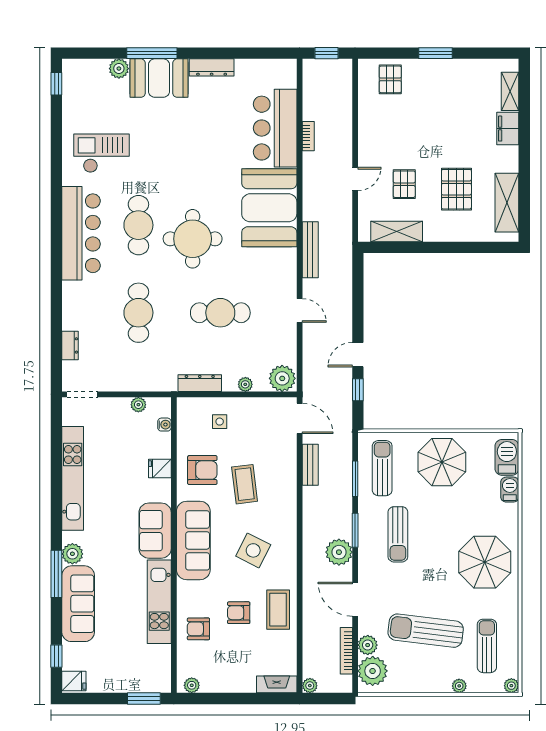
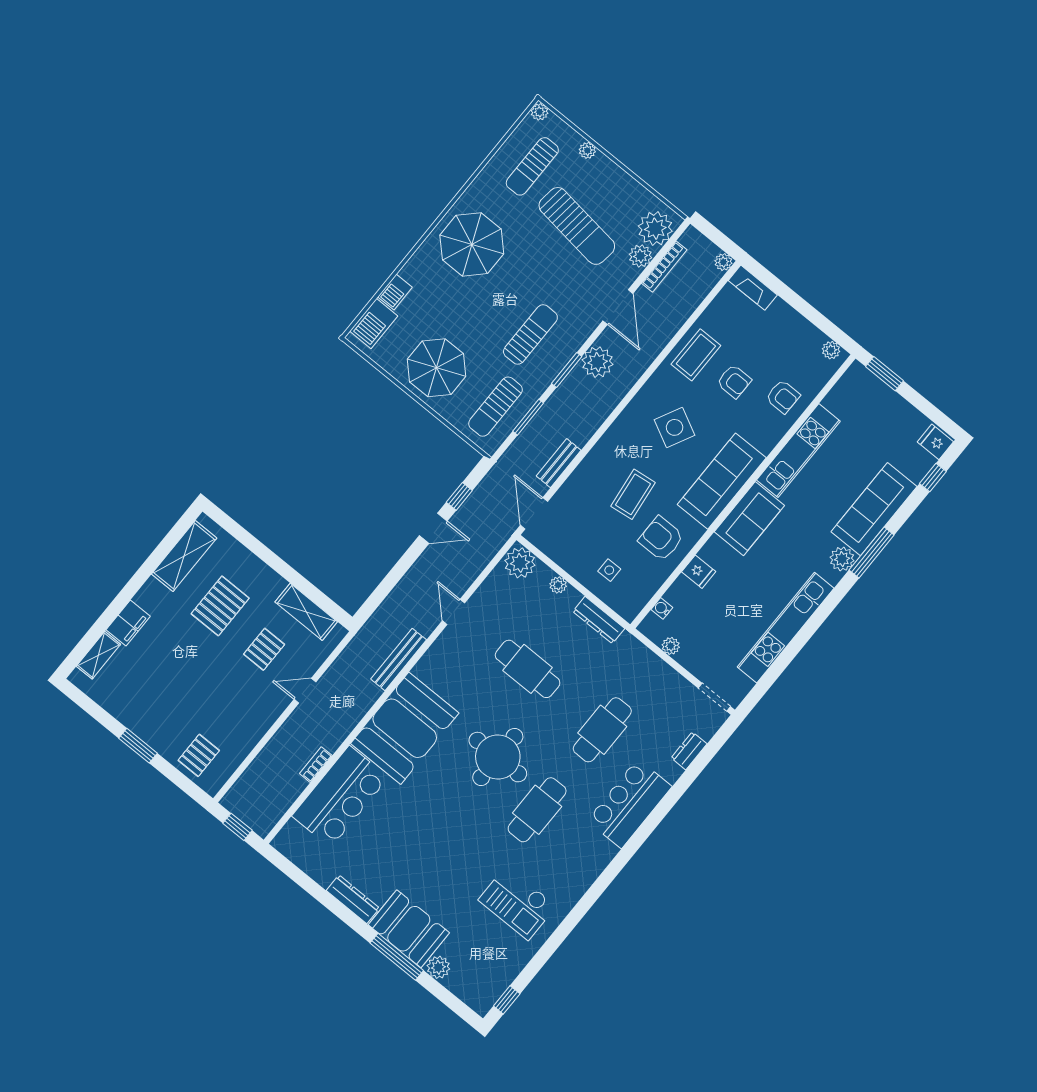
bar counter: (81, 233) -> (629, 804), moved, width x0.73

